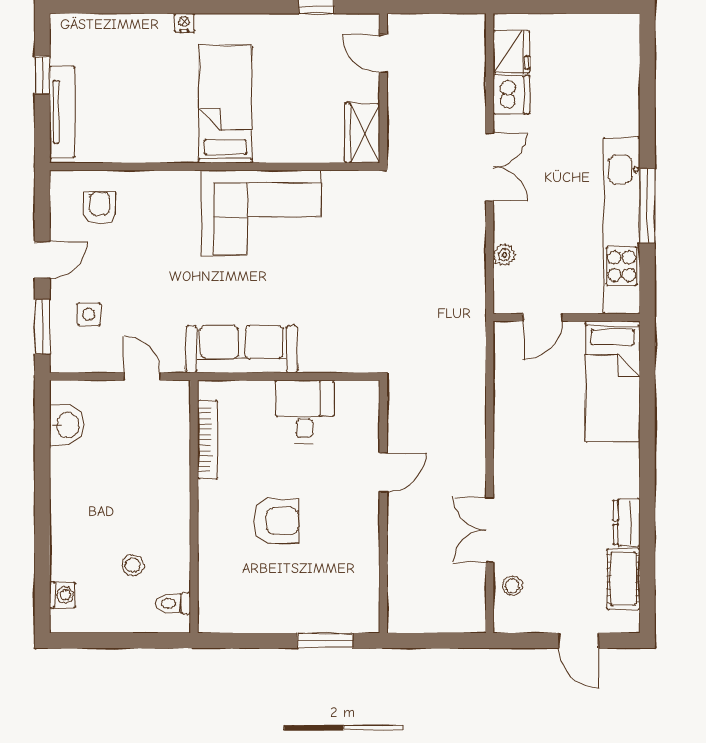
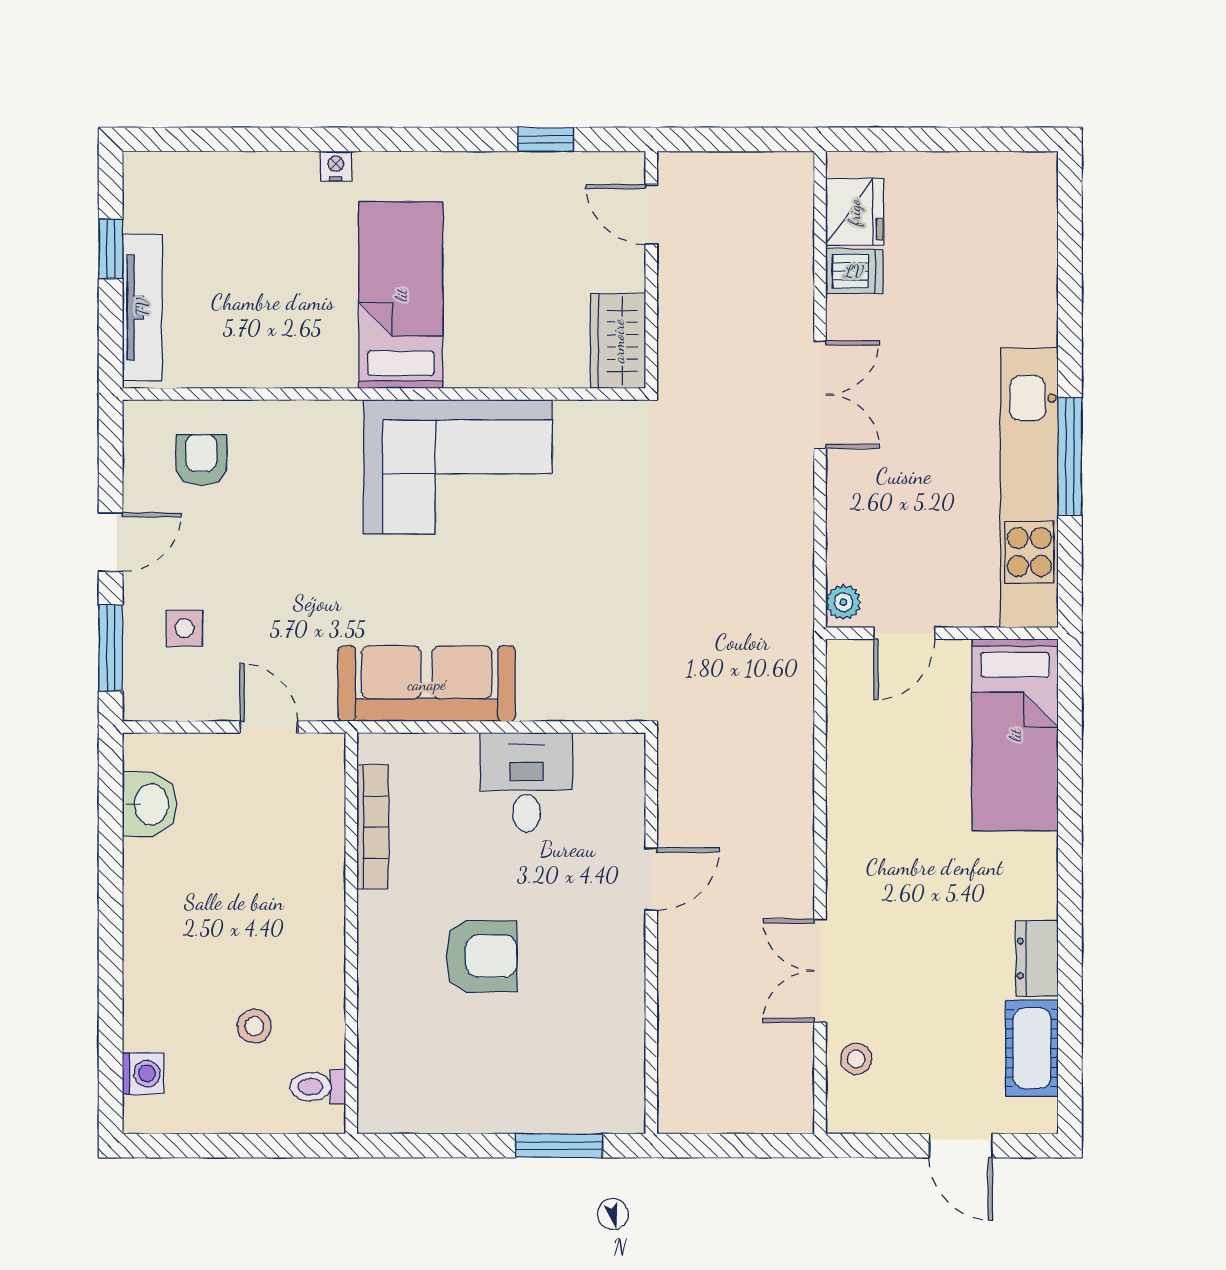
dishwasher: (511, 95) -> (854, 271), width x0.73
plant: (504, 255) -> (843, 602), moved

